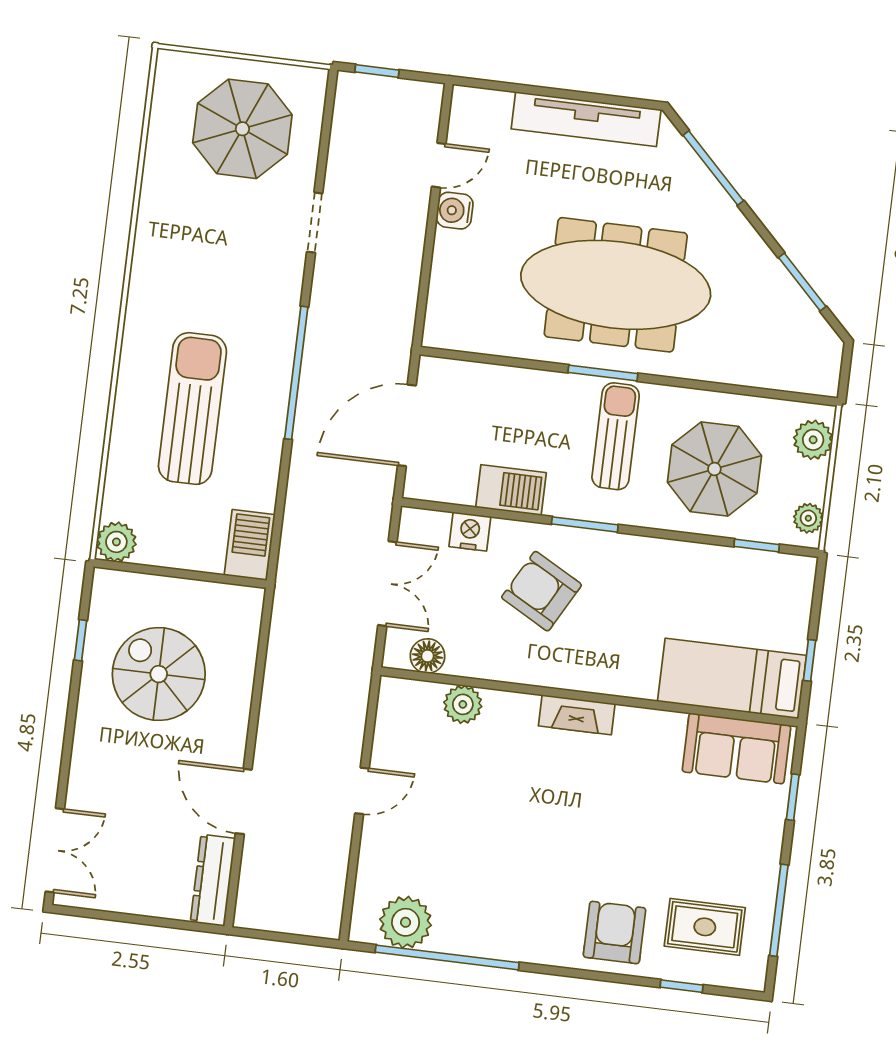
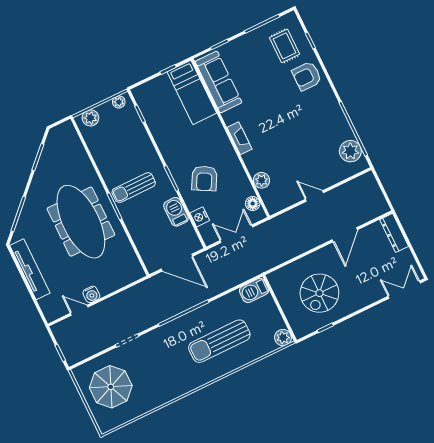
parasol: (714, 469) -> (123, 146), removed
sofa: (736, 748) -> (219, 82), width x1.36
dresser: (213, 880) -> (394, 233), moved, turned 90

